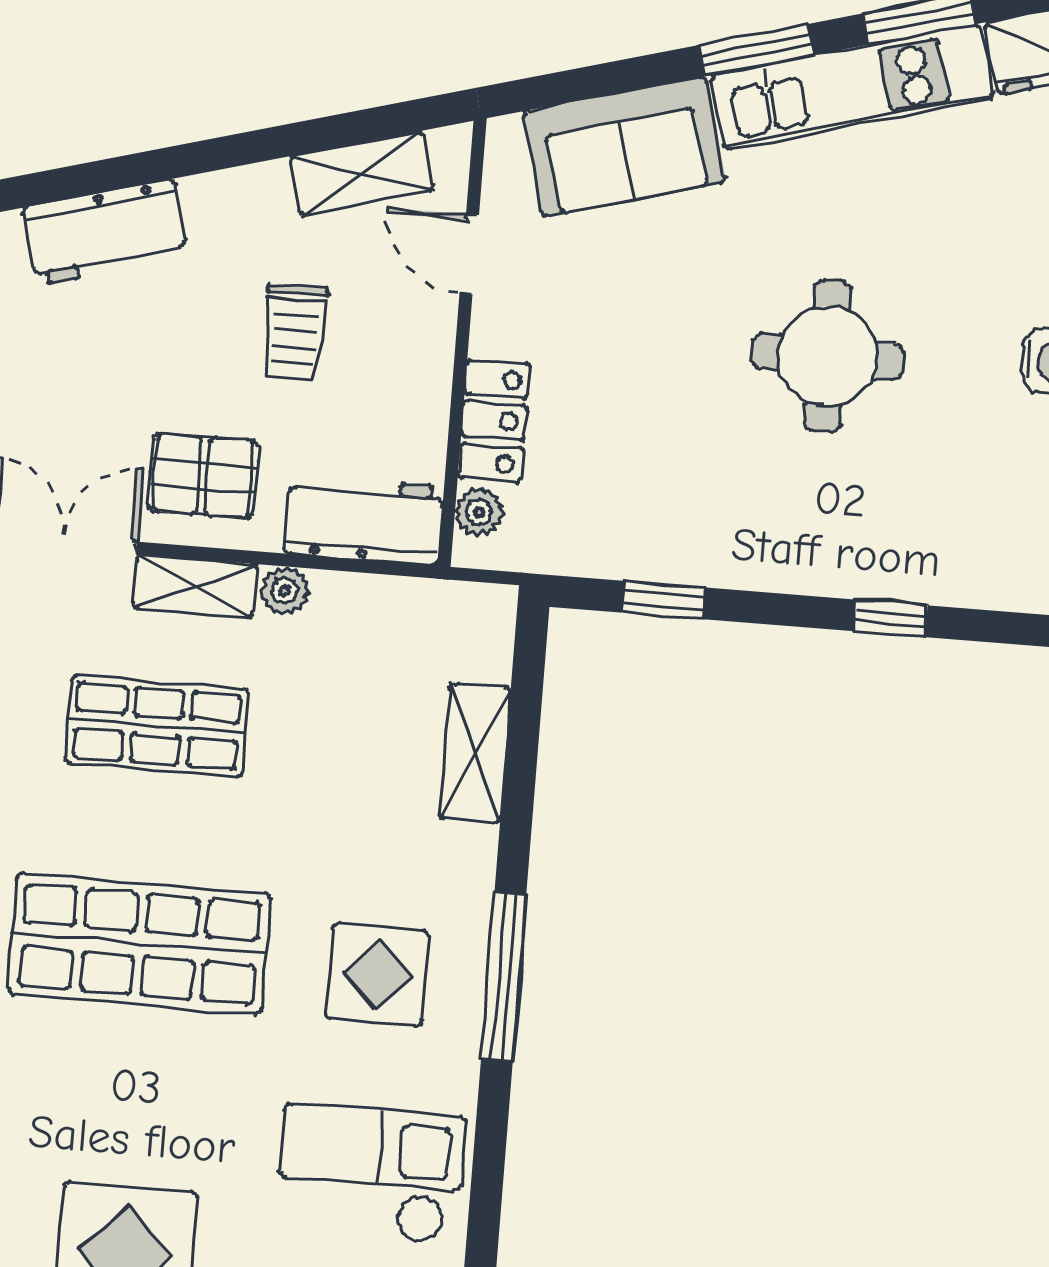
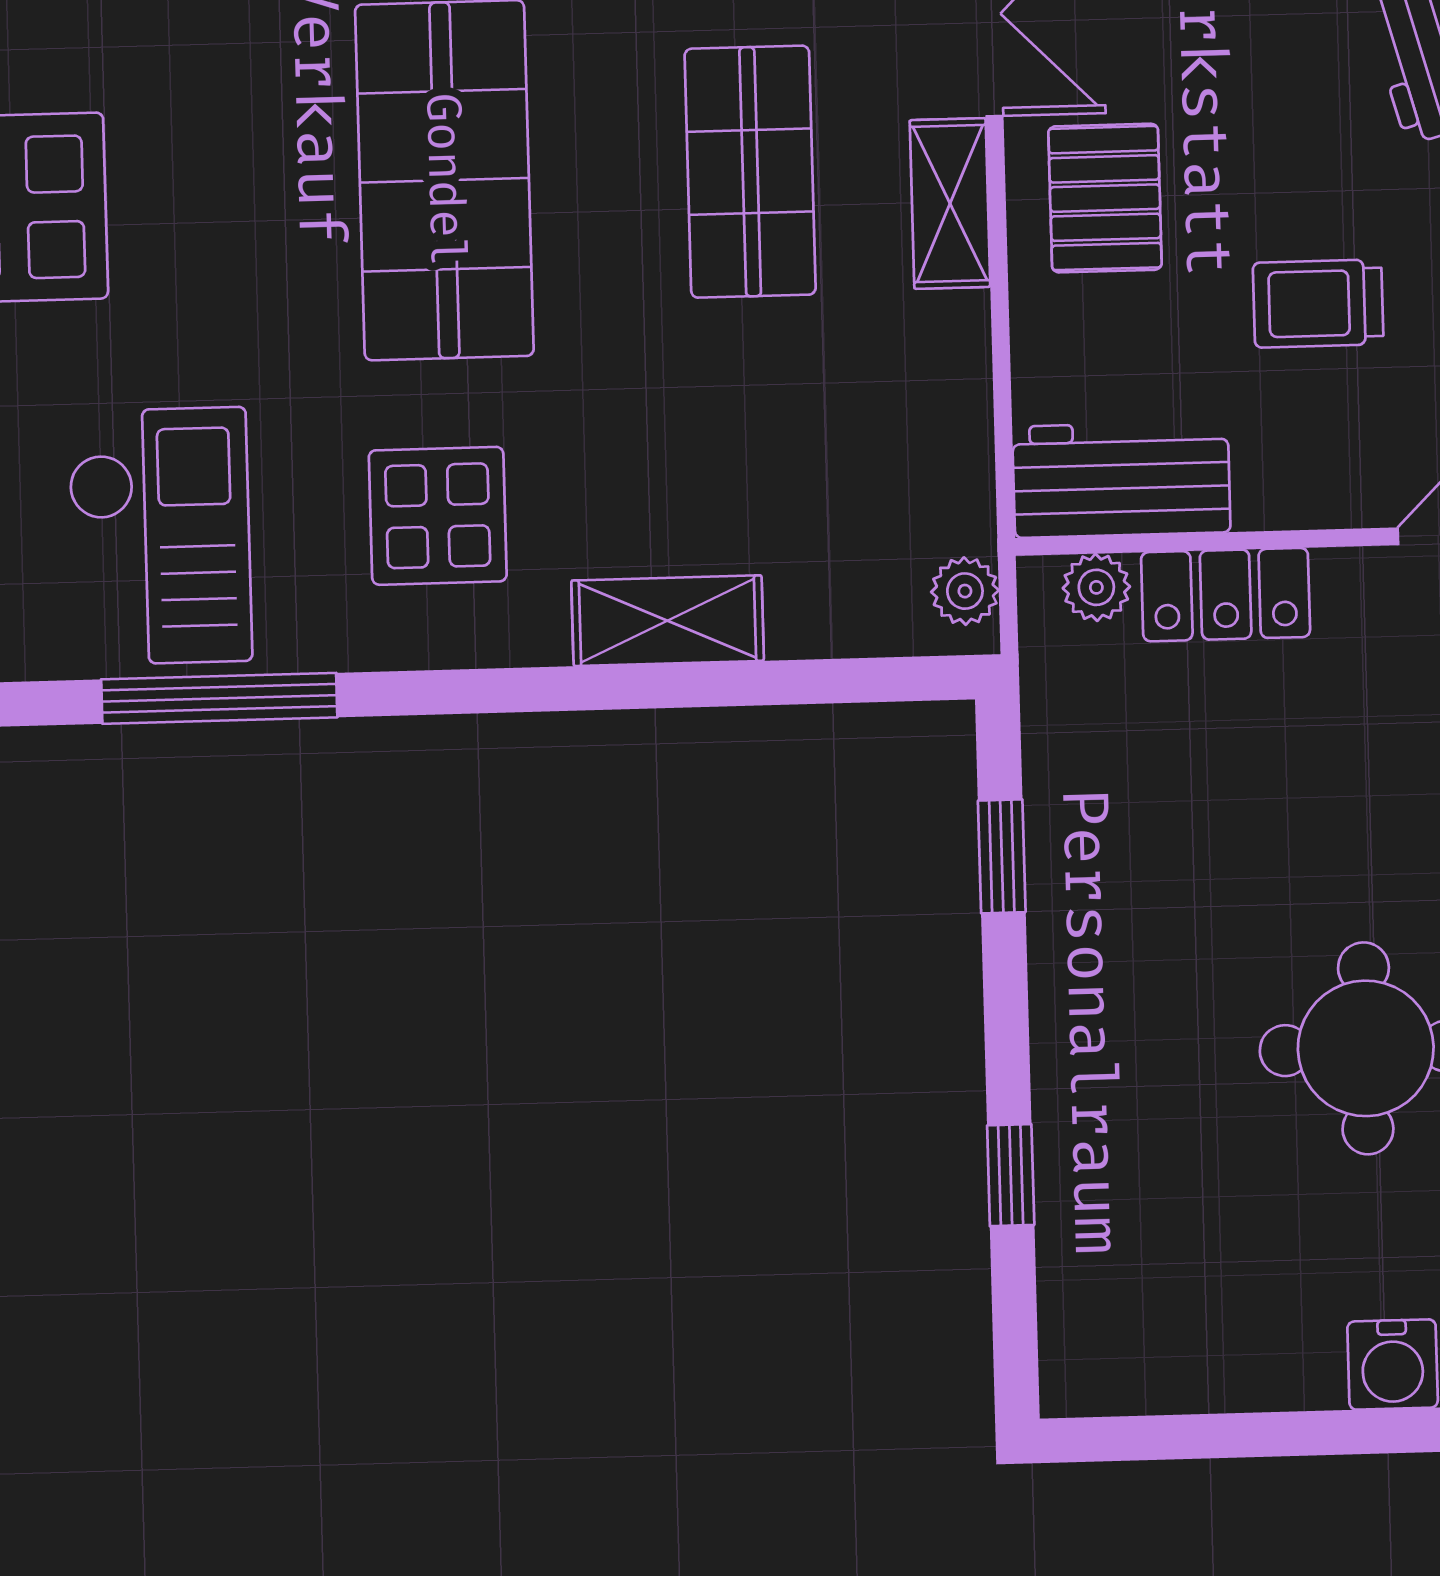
workbench: (364, 520) -> (1121, 479), moved, turned -90
plant: (285, 591) -> (965, 591), moved
shelving: (475, 753) -> (668, 621), moved
window: (504, 977) -> (219, 698), moved

